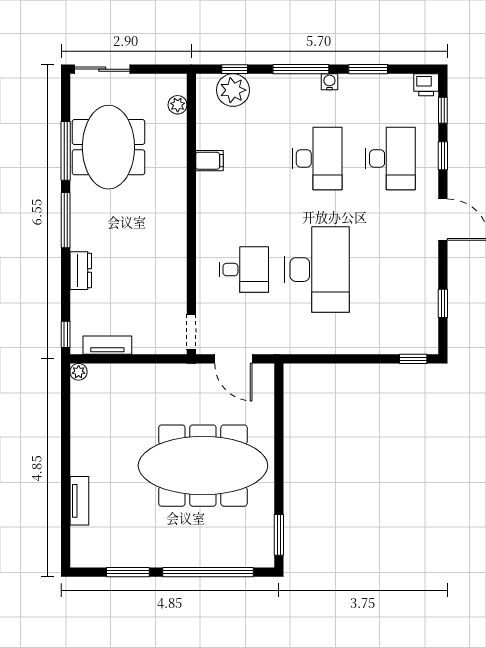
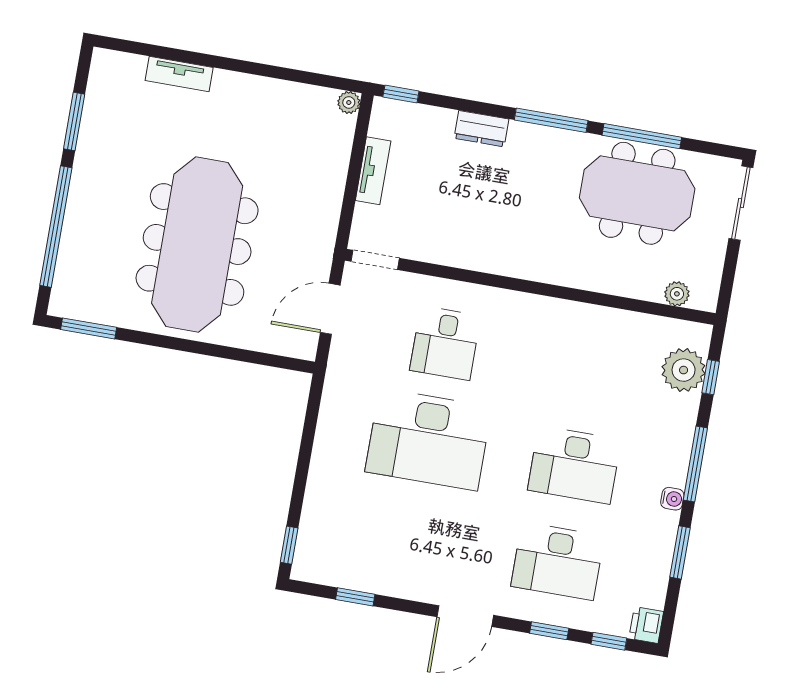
filing cabinet: (210, 161) -> (596, 323), removed
tv unit: (107, 345) -> (373, 171), moved

